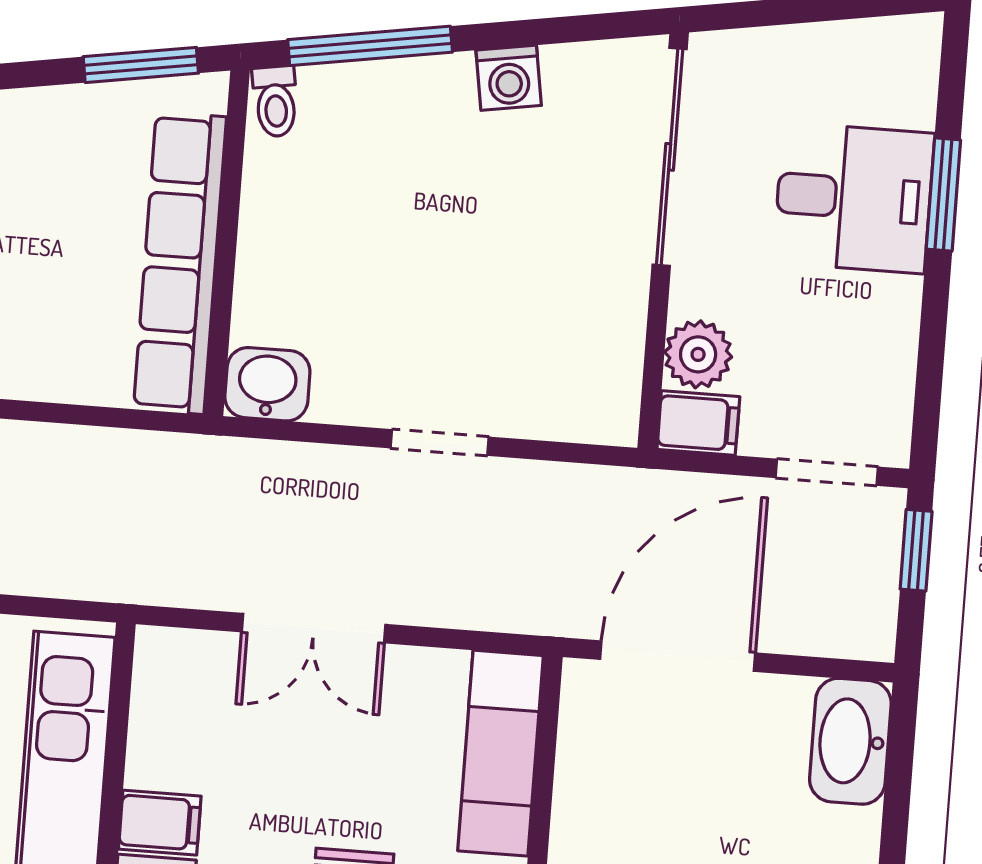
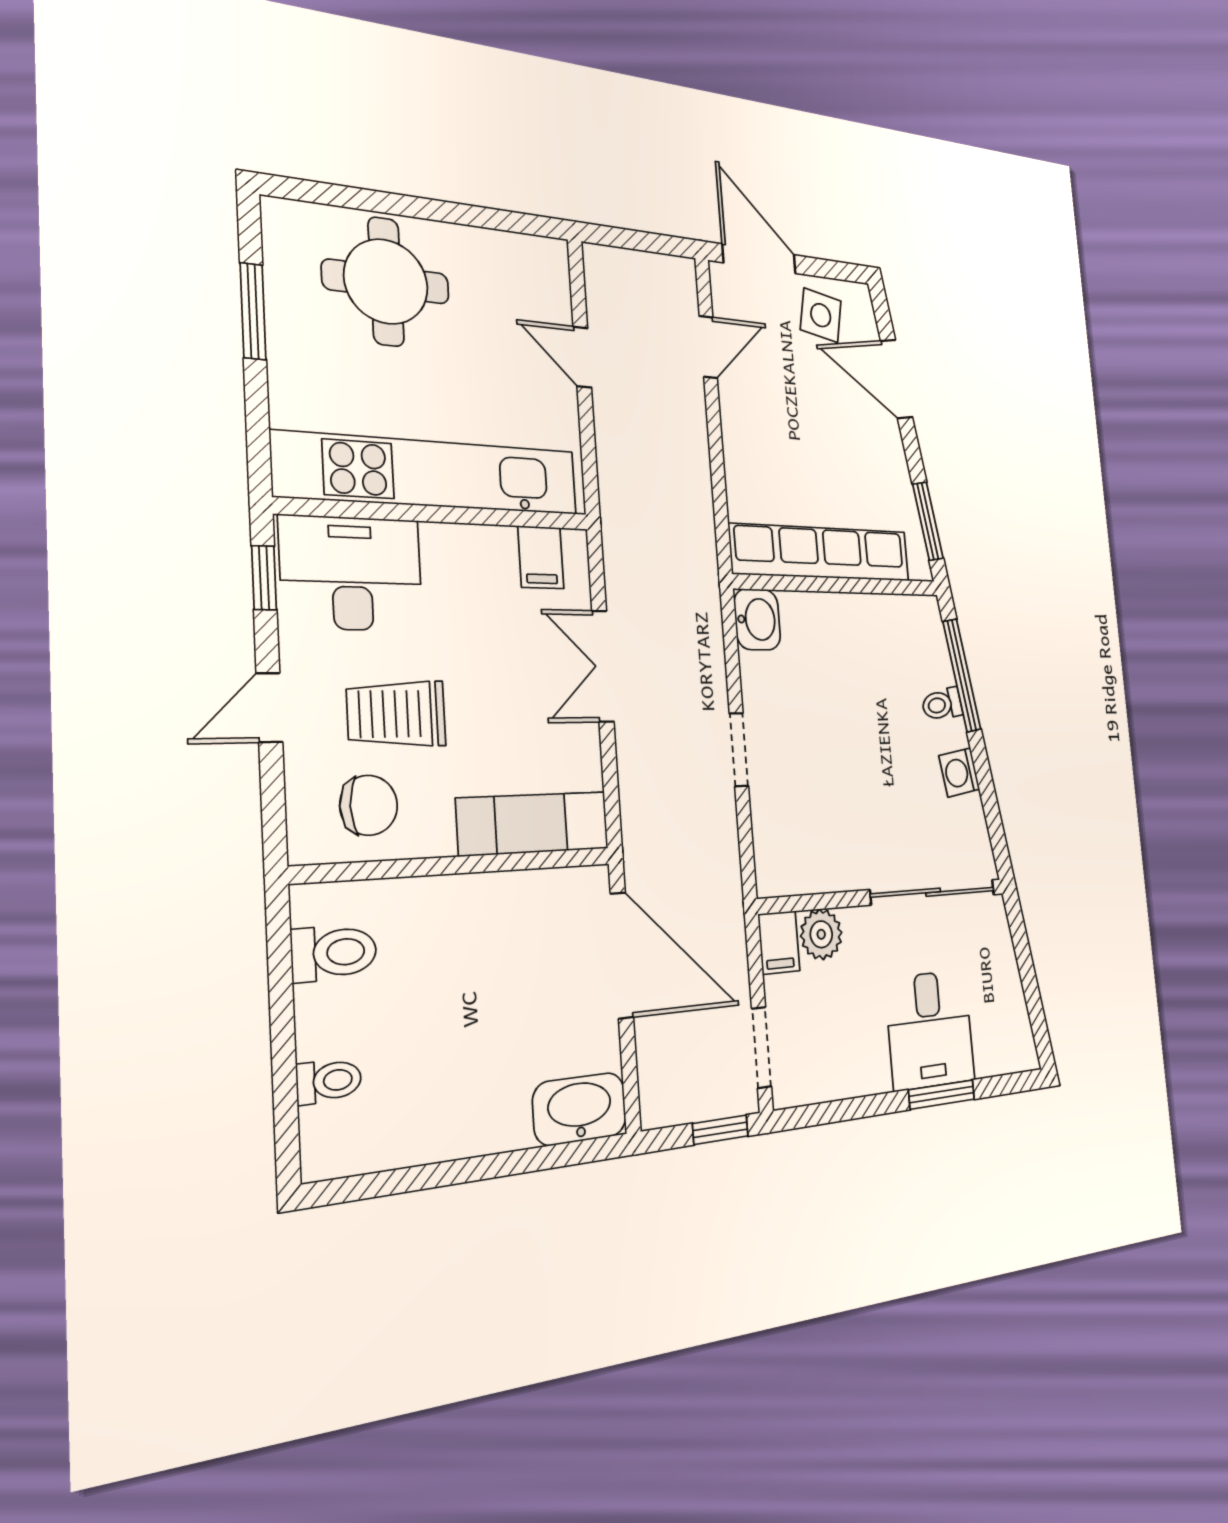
toilet: (275, 101) -> (942, 704), moved
filing cabinet: (160, 823) -> (541, 557), moved

